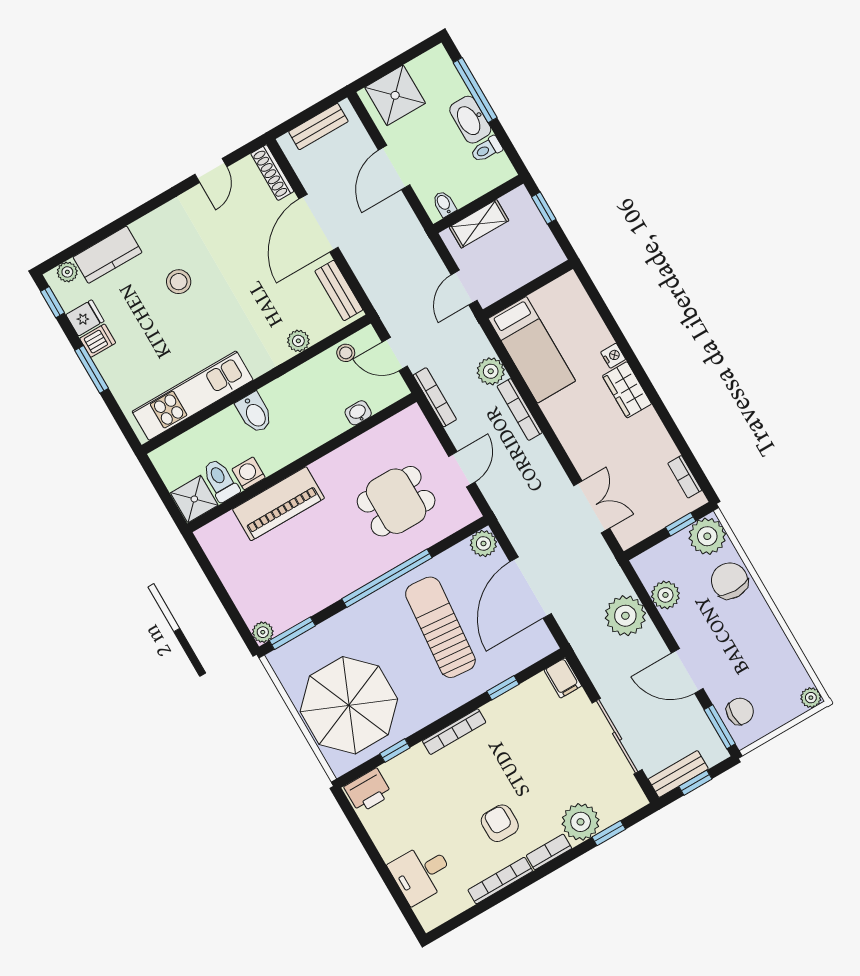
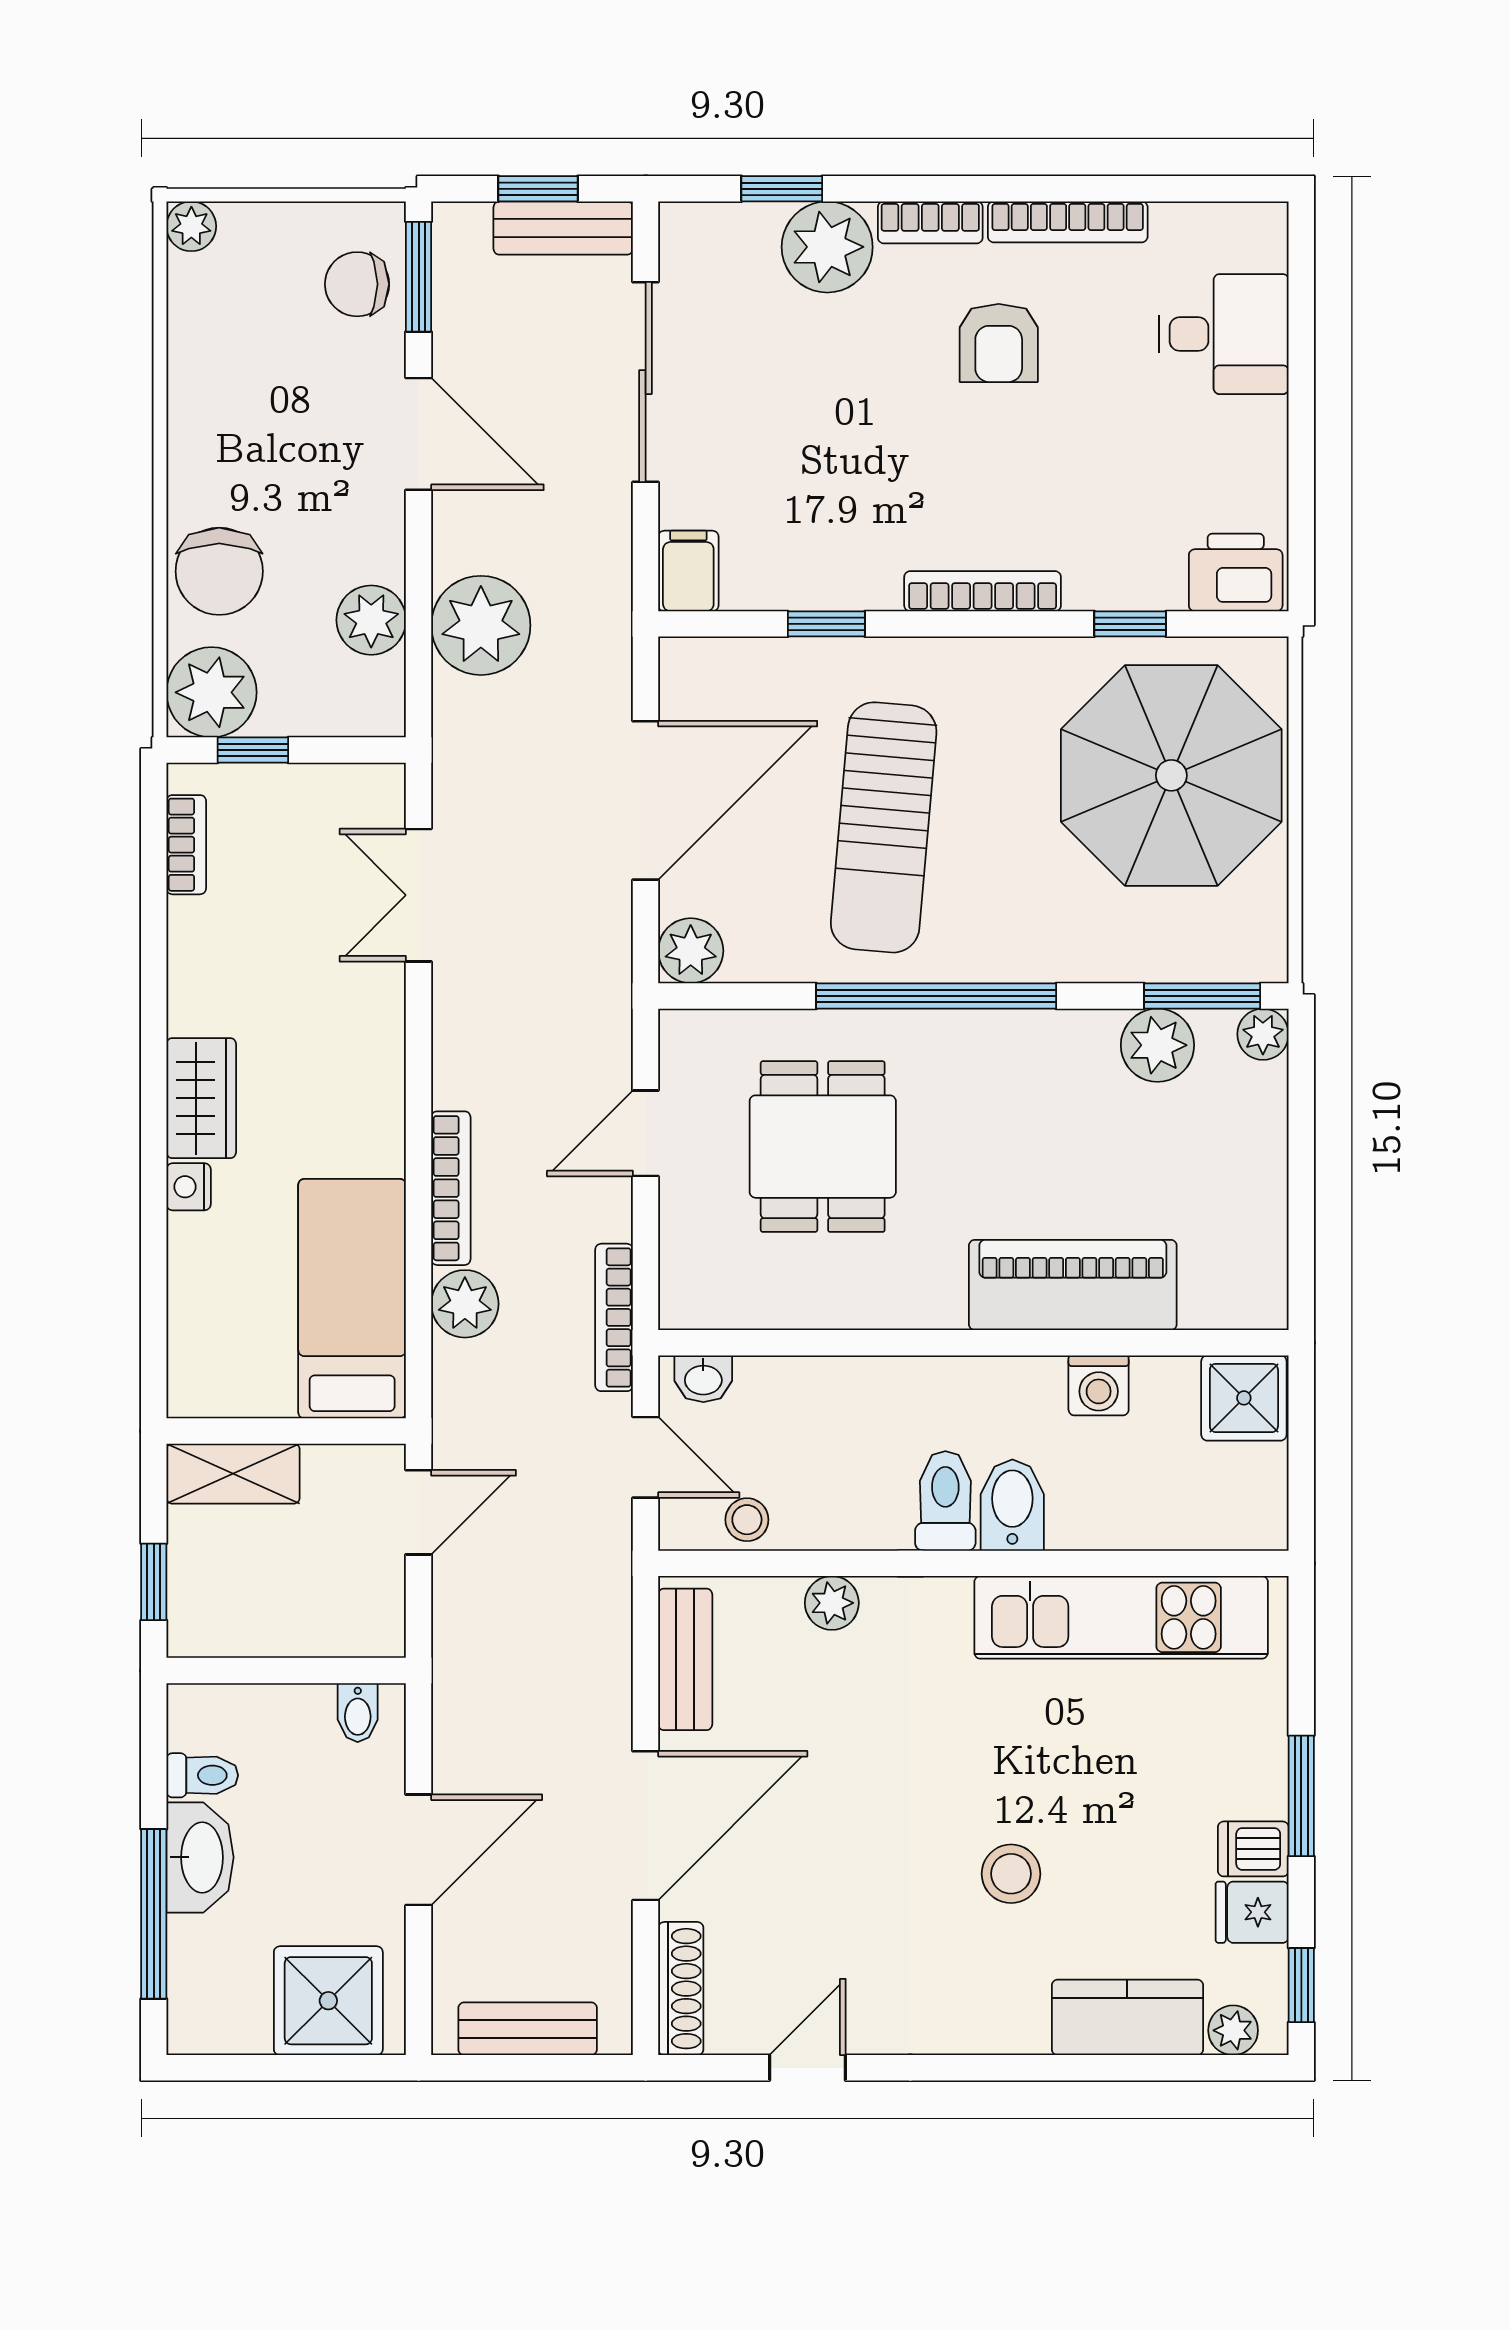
shelving: (479, 224) -> (233, 1474), moved
washbasin: (358, 413) -> (703, 1379), moved
toilet: (221, 480) -> (945, 1501), moved, turned 180
dining table: (396, 501) -> (823, 1147), turned 90
plant: (298, 606) -> (1157, 1045), added

